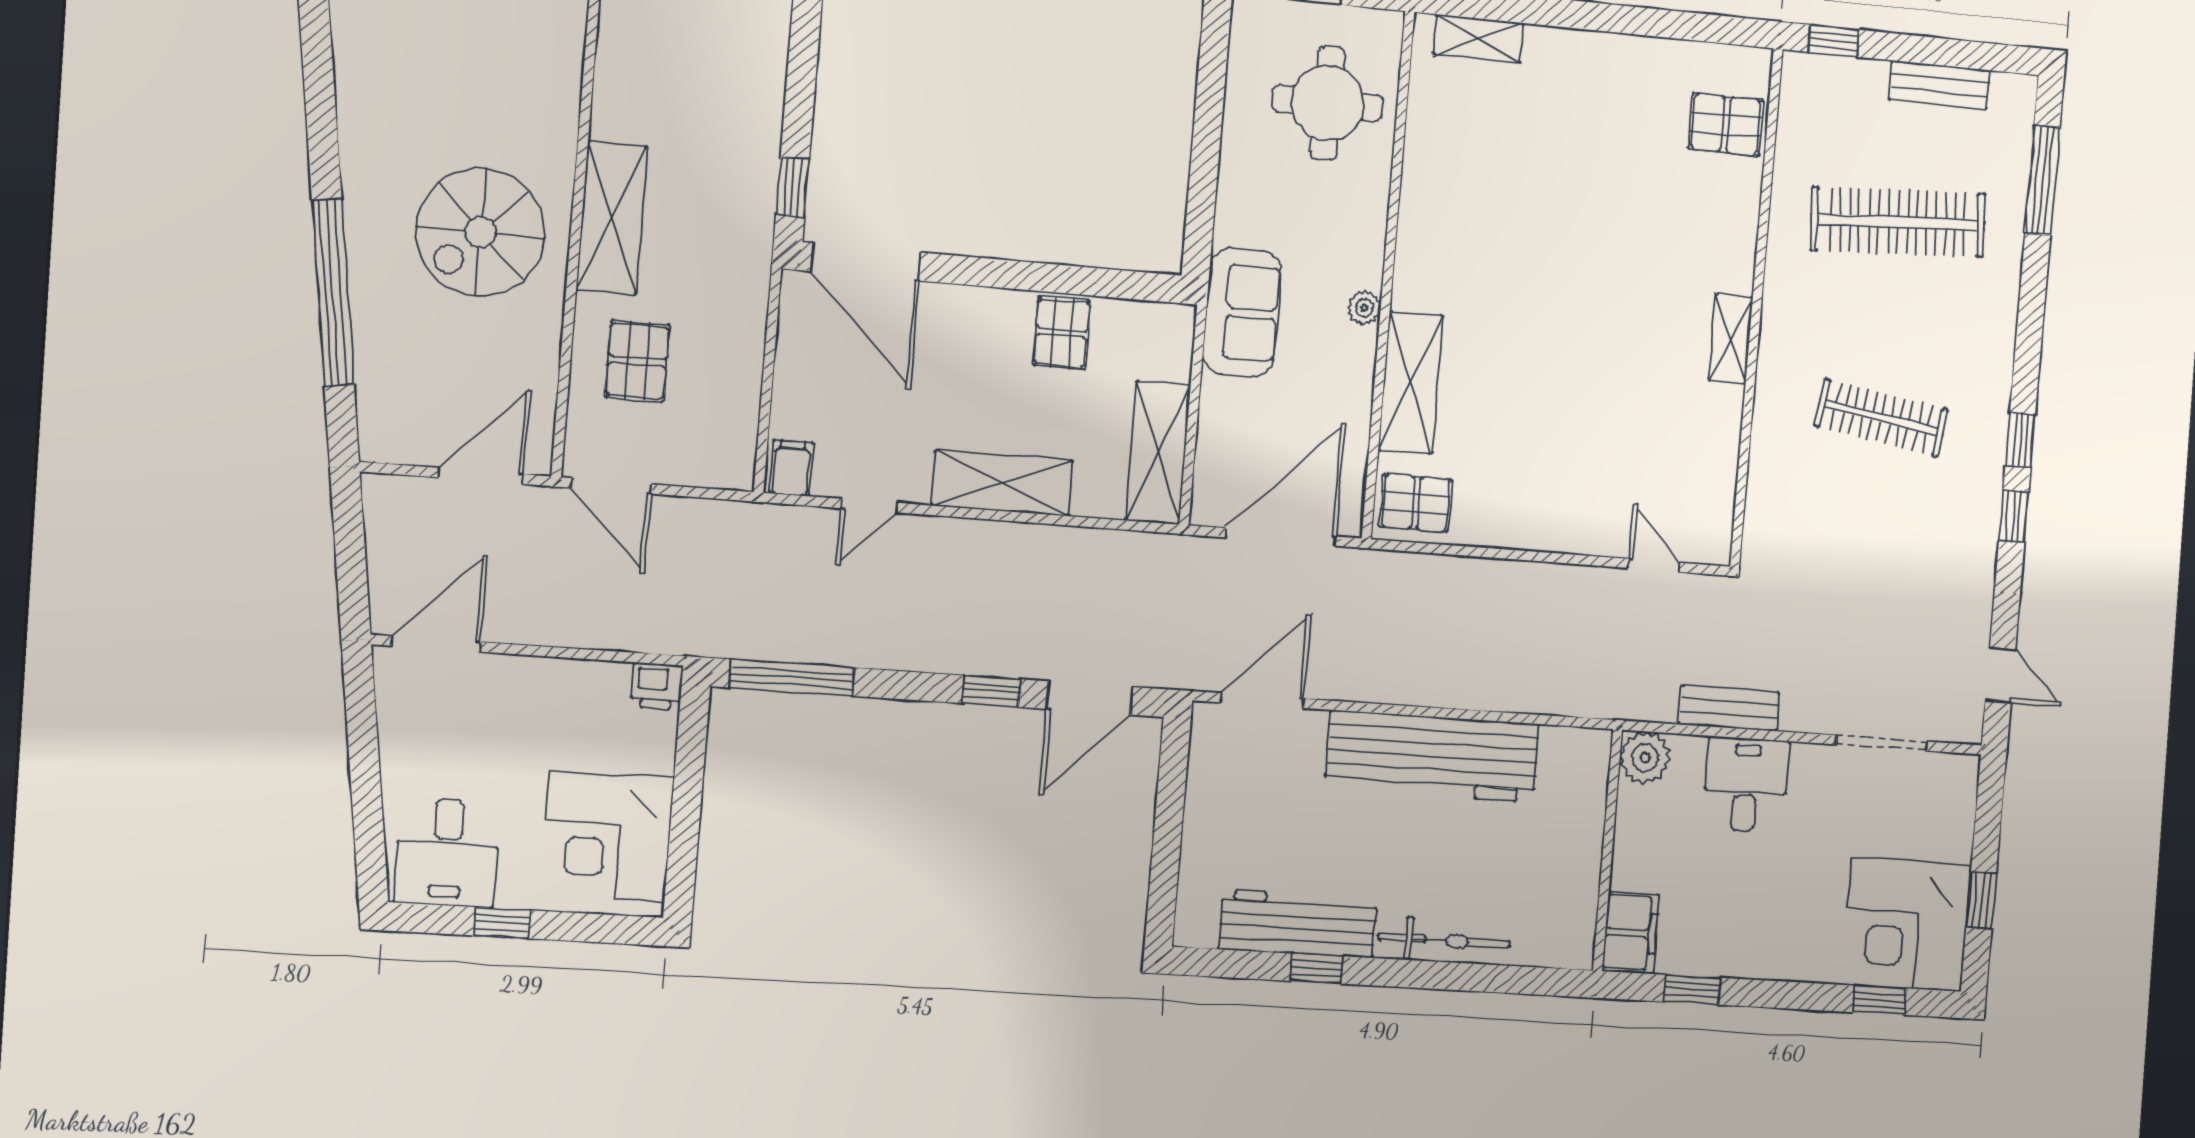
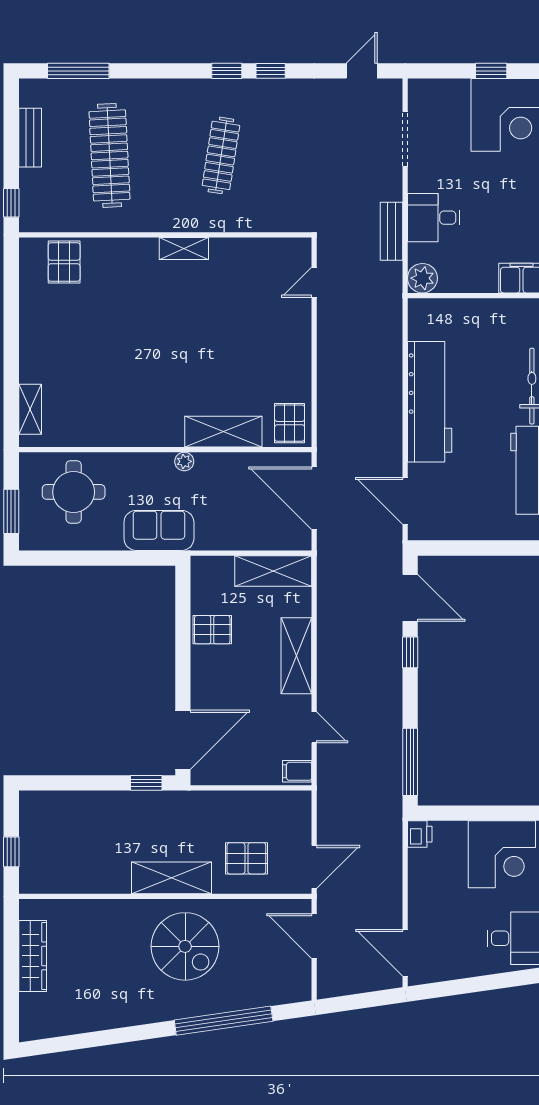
sofa: (1242, 312) -> (159, 530), moved

